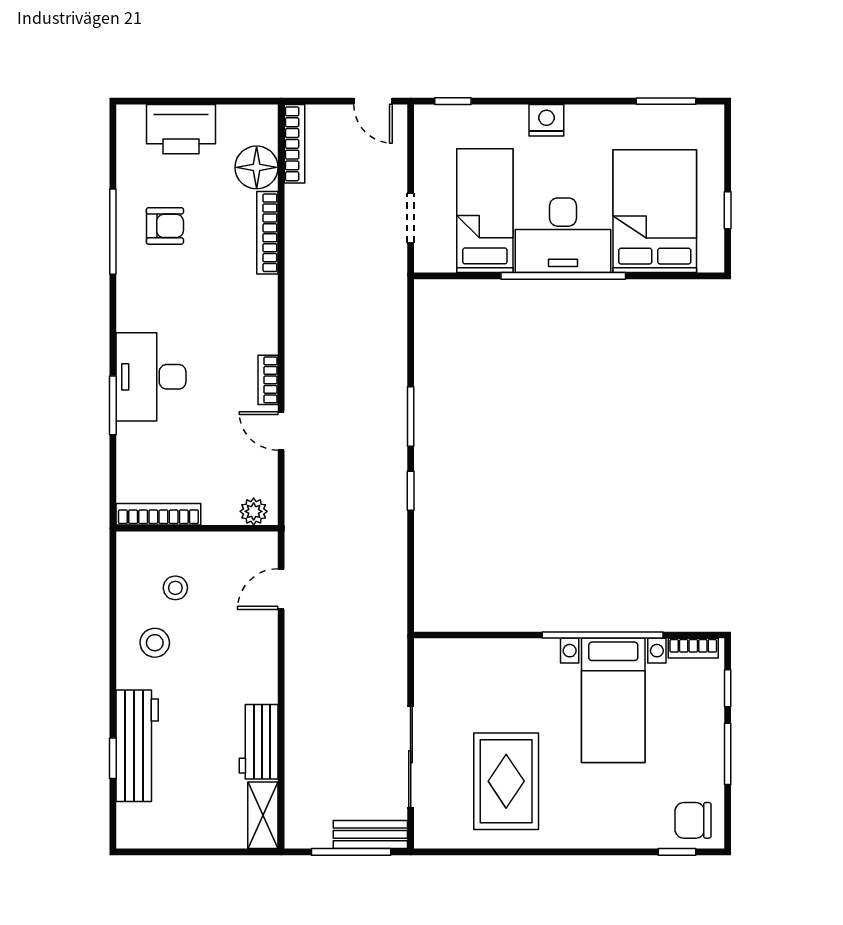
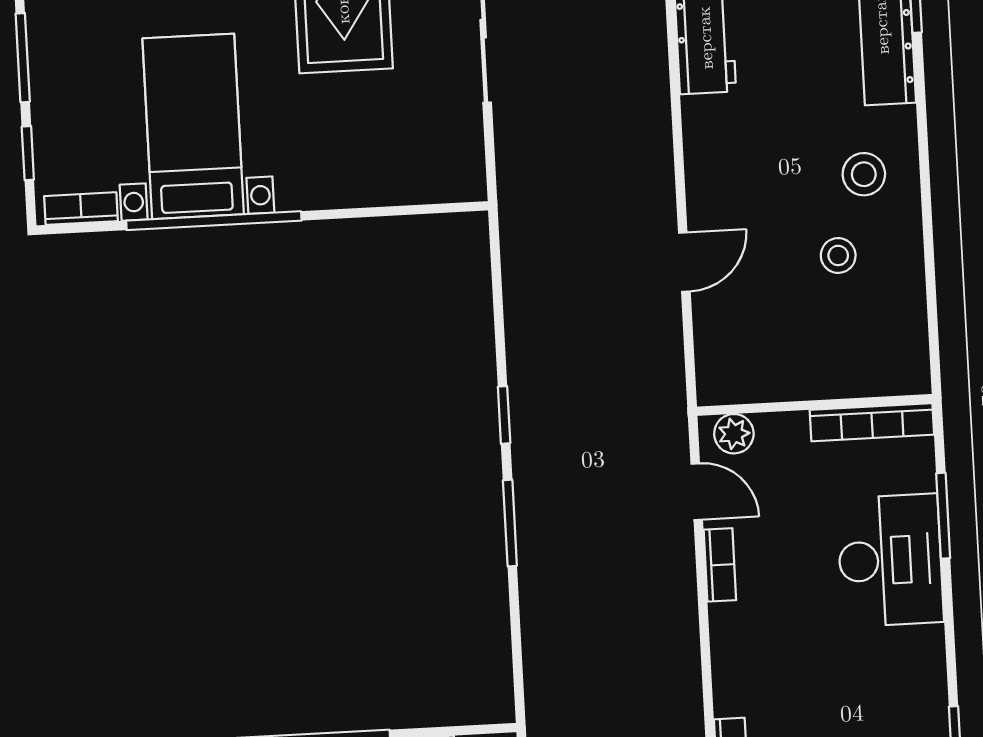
plant: (254, 511) -> (734, 434), moved
bookcase: (158, 514) -> (872, 422), moved
wall: (197, 528) -> (815, 405), moved

